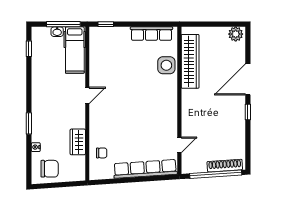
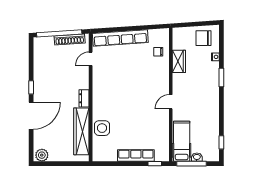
row of seats: (151, 34) -> (136, 156), moved
dresser: (187, 99) -> (84, 98), added
shoe rack: (225, 166) -> (70, 40), moved

